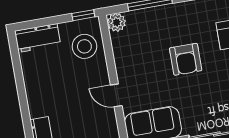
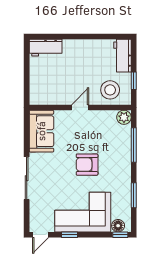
window: (83, 15) -> (134, 81), moved
door: (116, 95) -> (80, 107), moved

